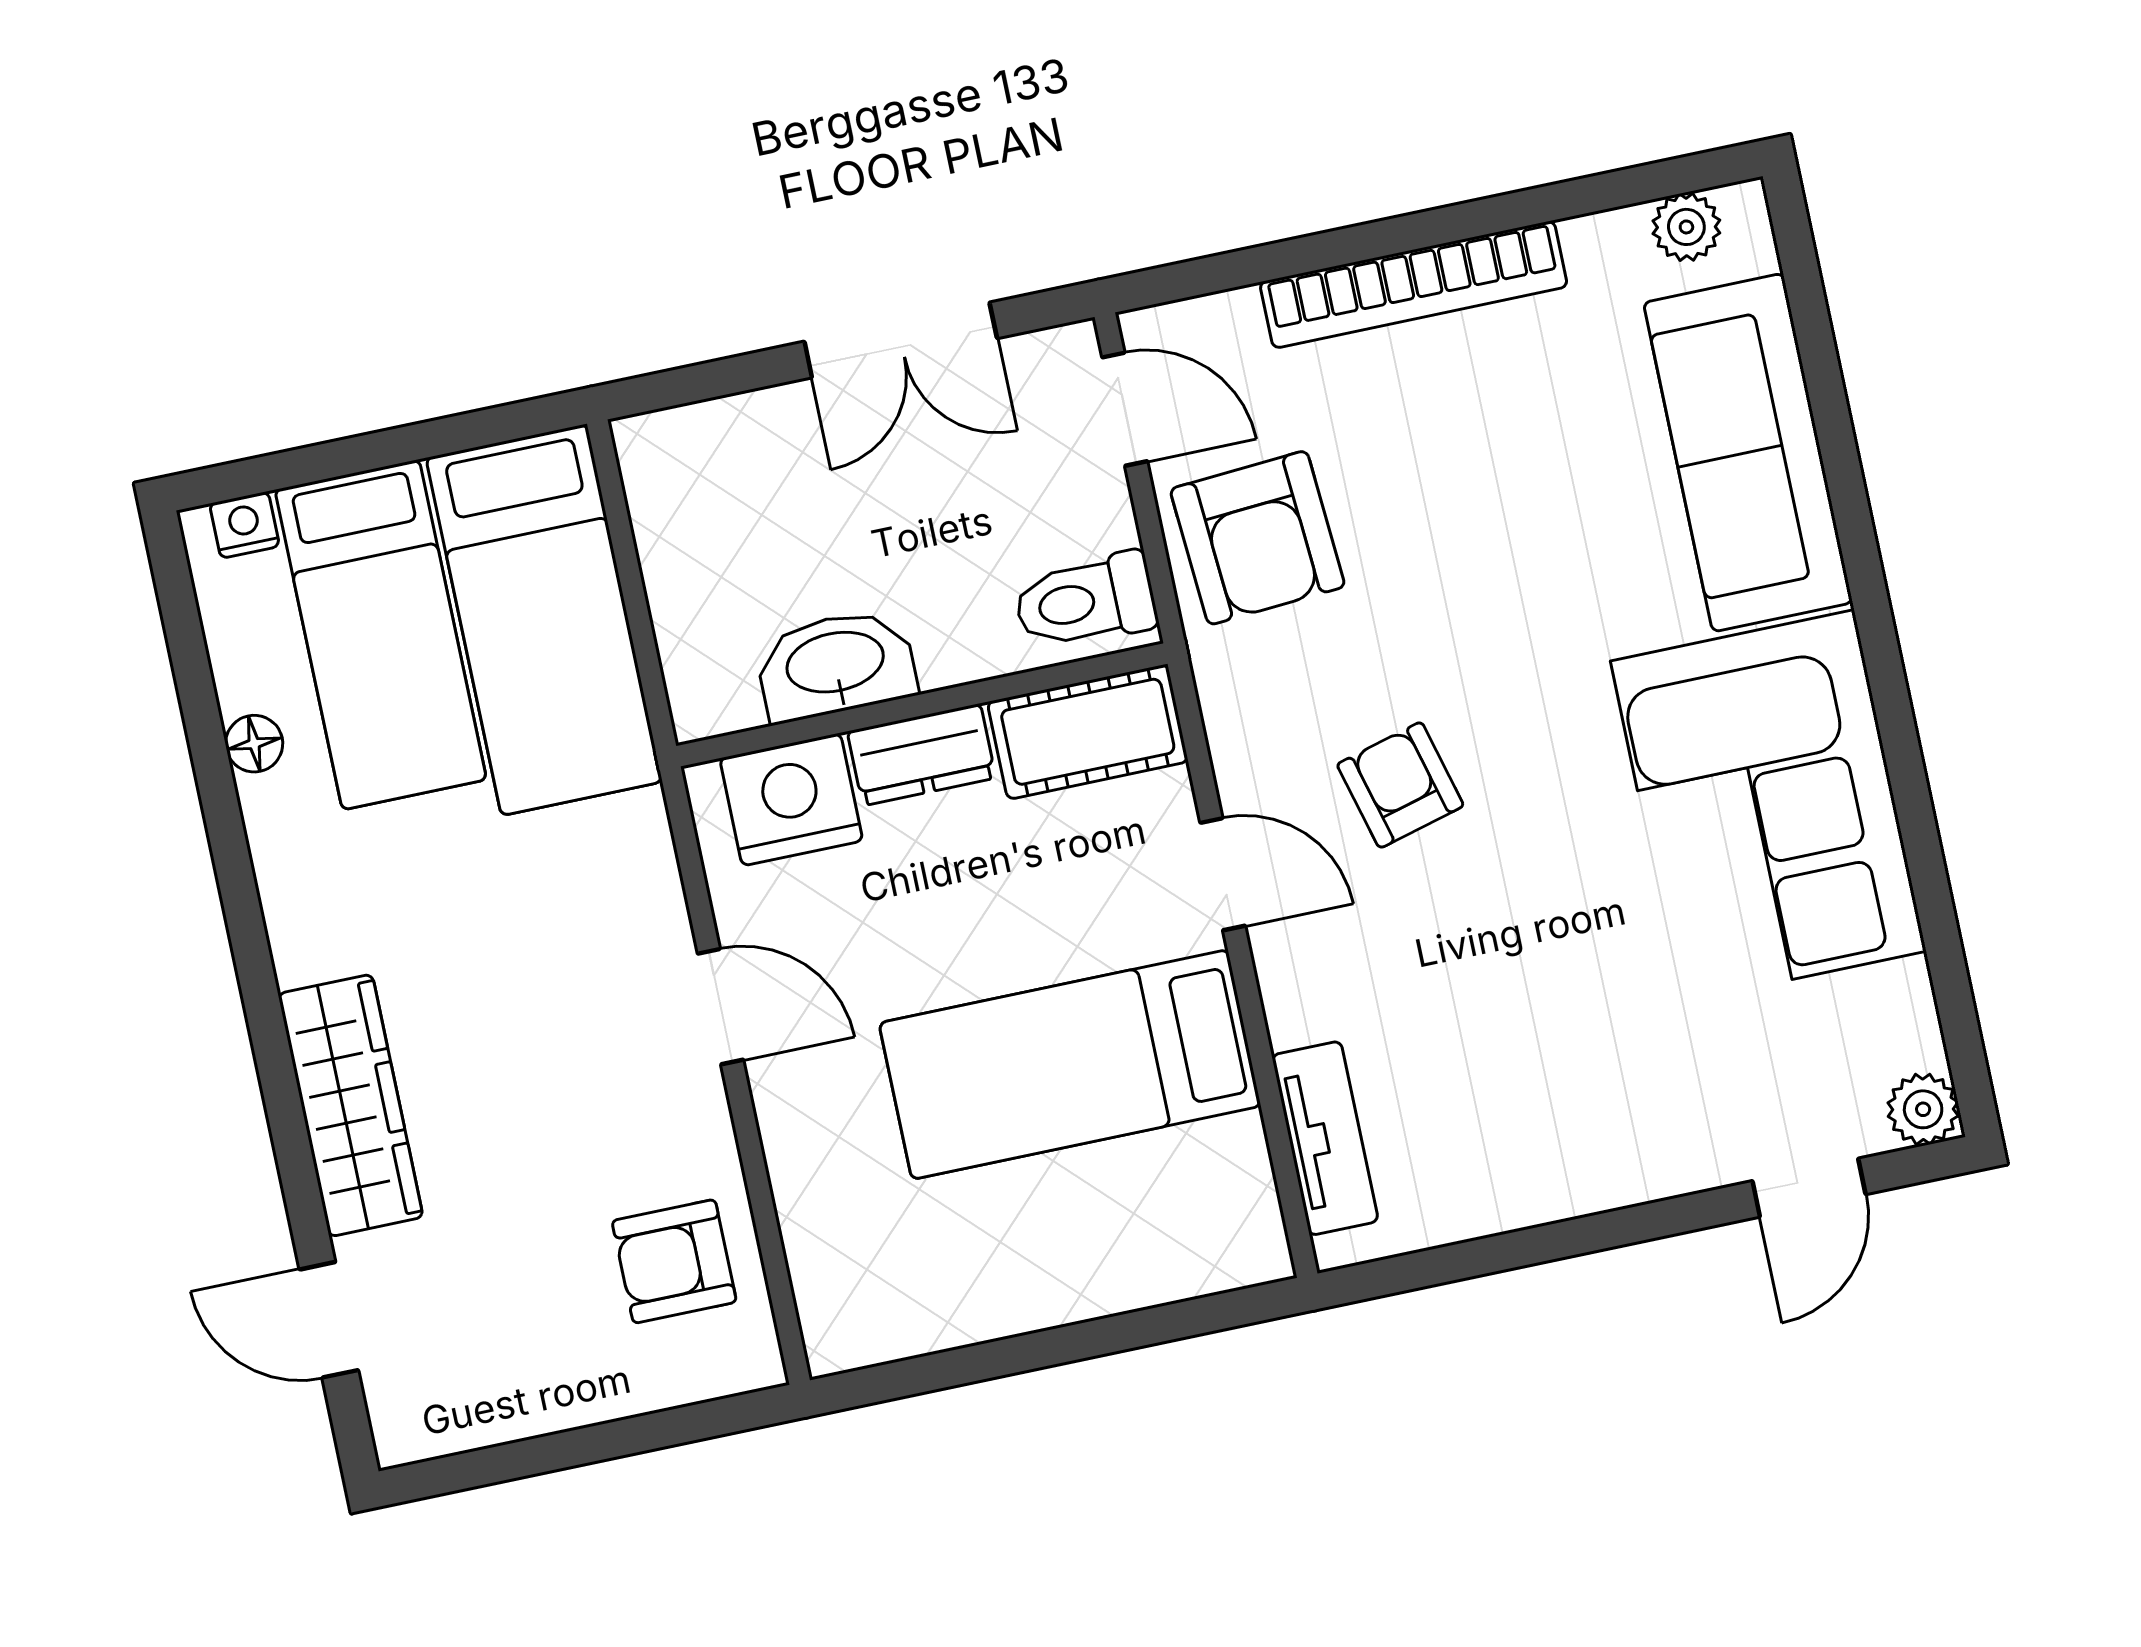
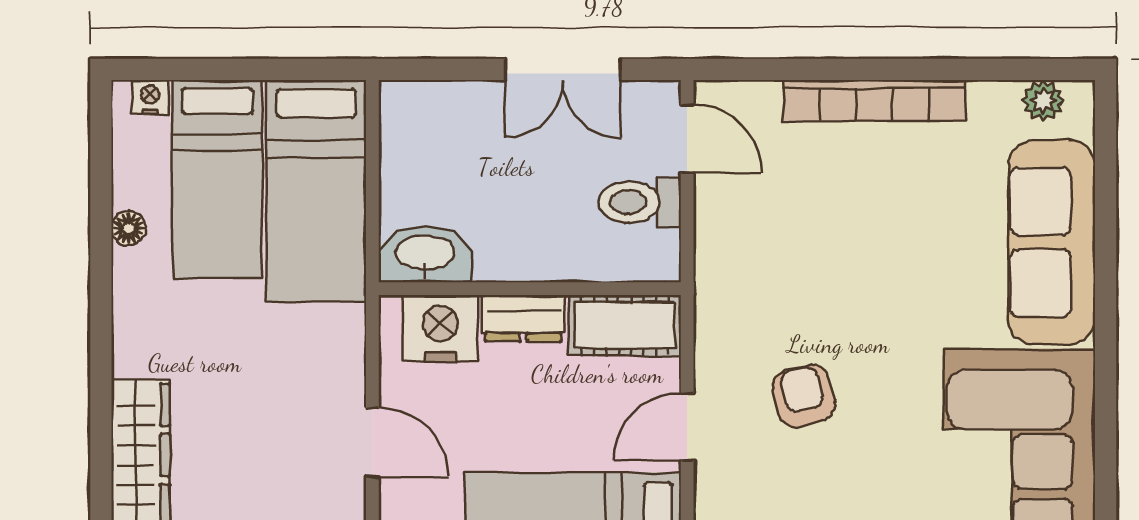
armchair: (1258, 538) -> (750, 232), removed
toilet: (1085, 601) -> (640, 202), moved
washbasin: (836, 665) -> (425, 254), moved
door: (1223, 874) -> (687, 427), swing flipped

